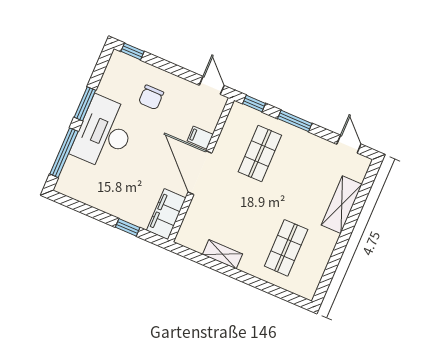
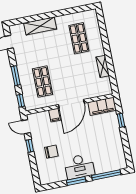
window: (132, 51) -> (30, 146), moved
door: (212, 85) -> (26, 127), hinge flipped
desk: (104, 133) -> (79, 167), width x0.73, depth x0.77
shop shelf: (260, 153) -> (43, 82), turned 90
shop shelf: (286, 248) -> (79, 38), turned 90

